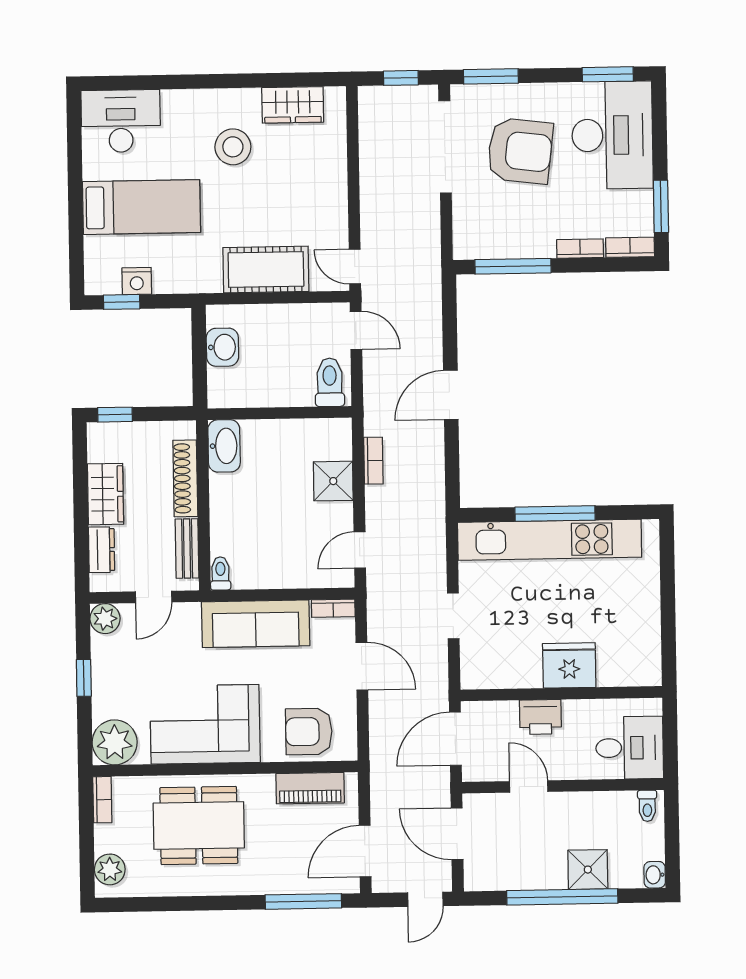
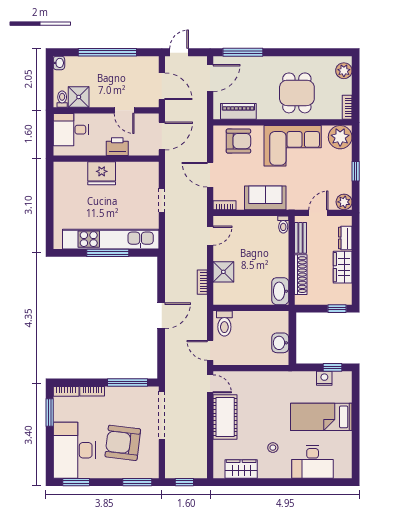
desk: (121, 121) -> (313, 462), moved
stool: (233, 147) -> (273, 448), width x0.53, depth x0.53
doorway: (445, 147) -> (162, 415), moved
cot: (266, 270) -> (225, 417), moved, turned 90
sofa: (256, 624) -> (265, 198), width x0.73
dining table: (199, 826) -> (297, 93), width x0.73
shower: (588, 870) -> (79, 97), moved

